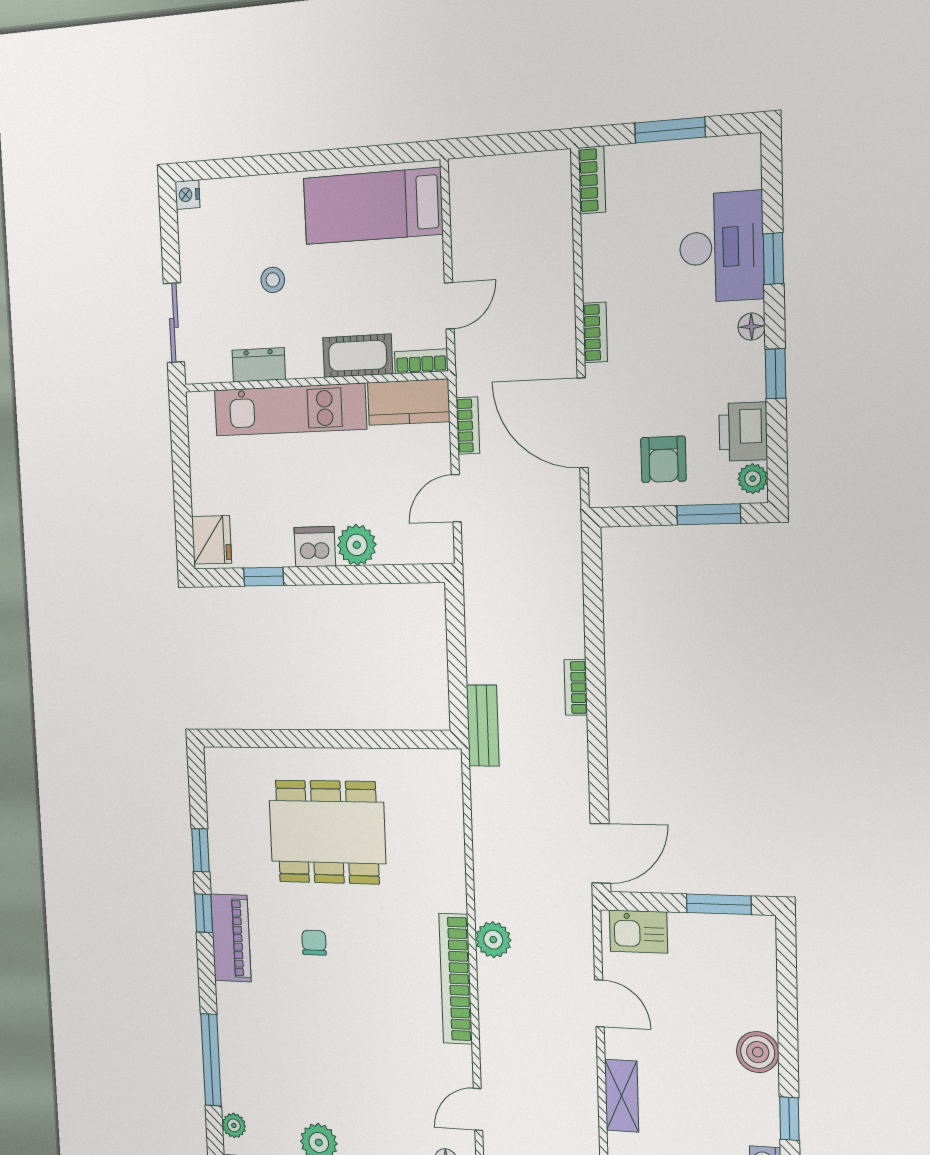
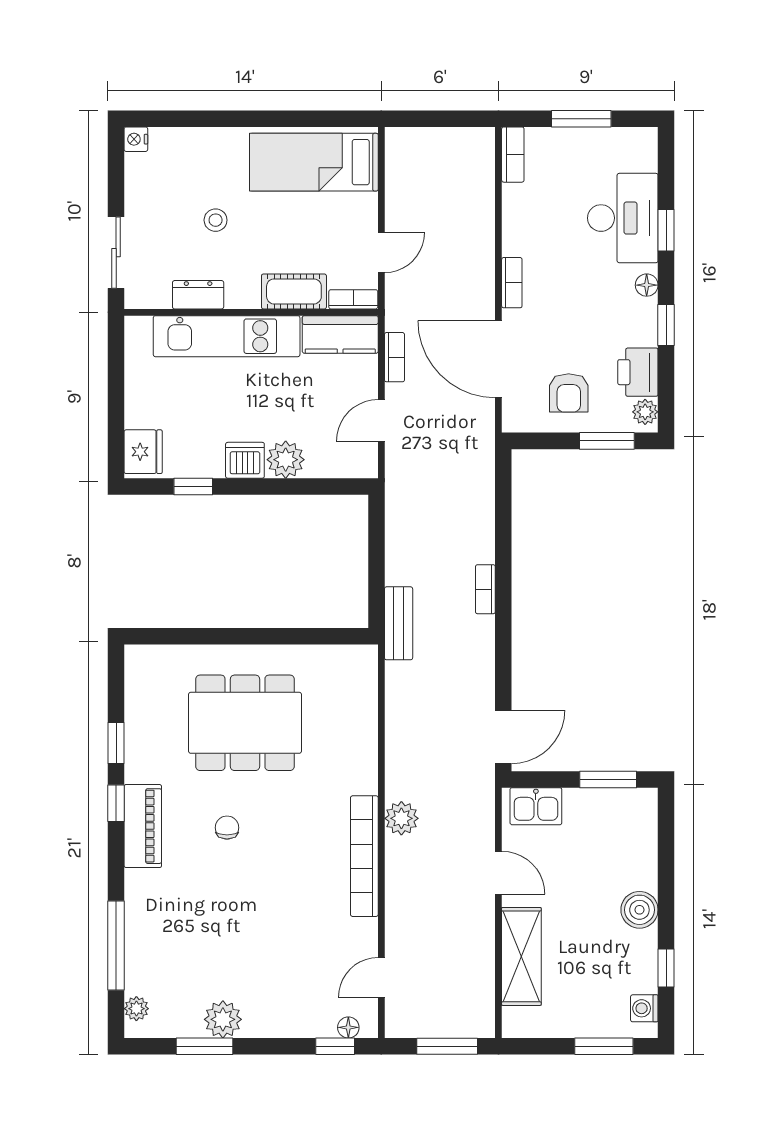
shelving: (622, 1096) -> (521, 956), width x1.50, depth x1.33

